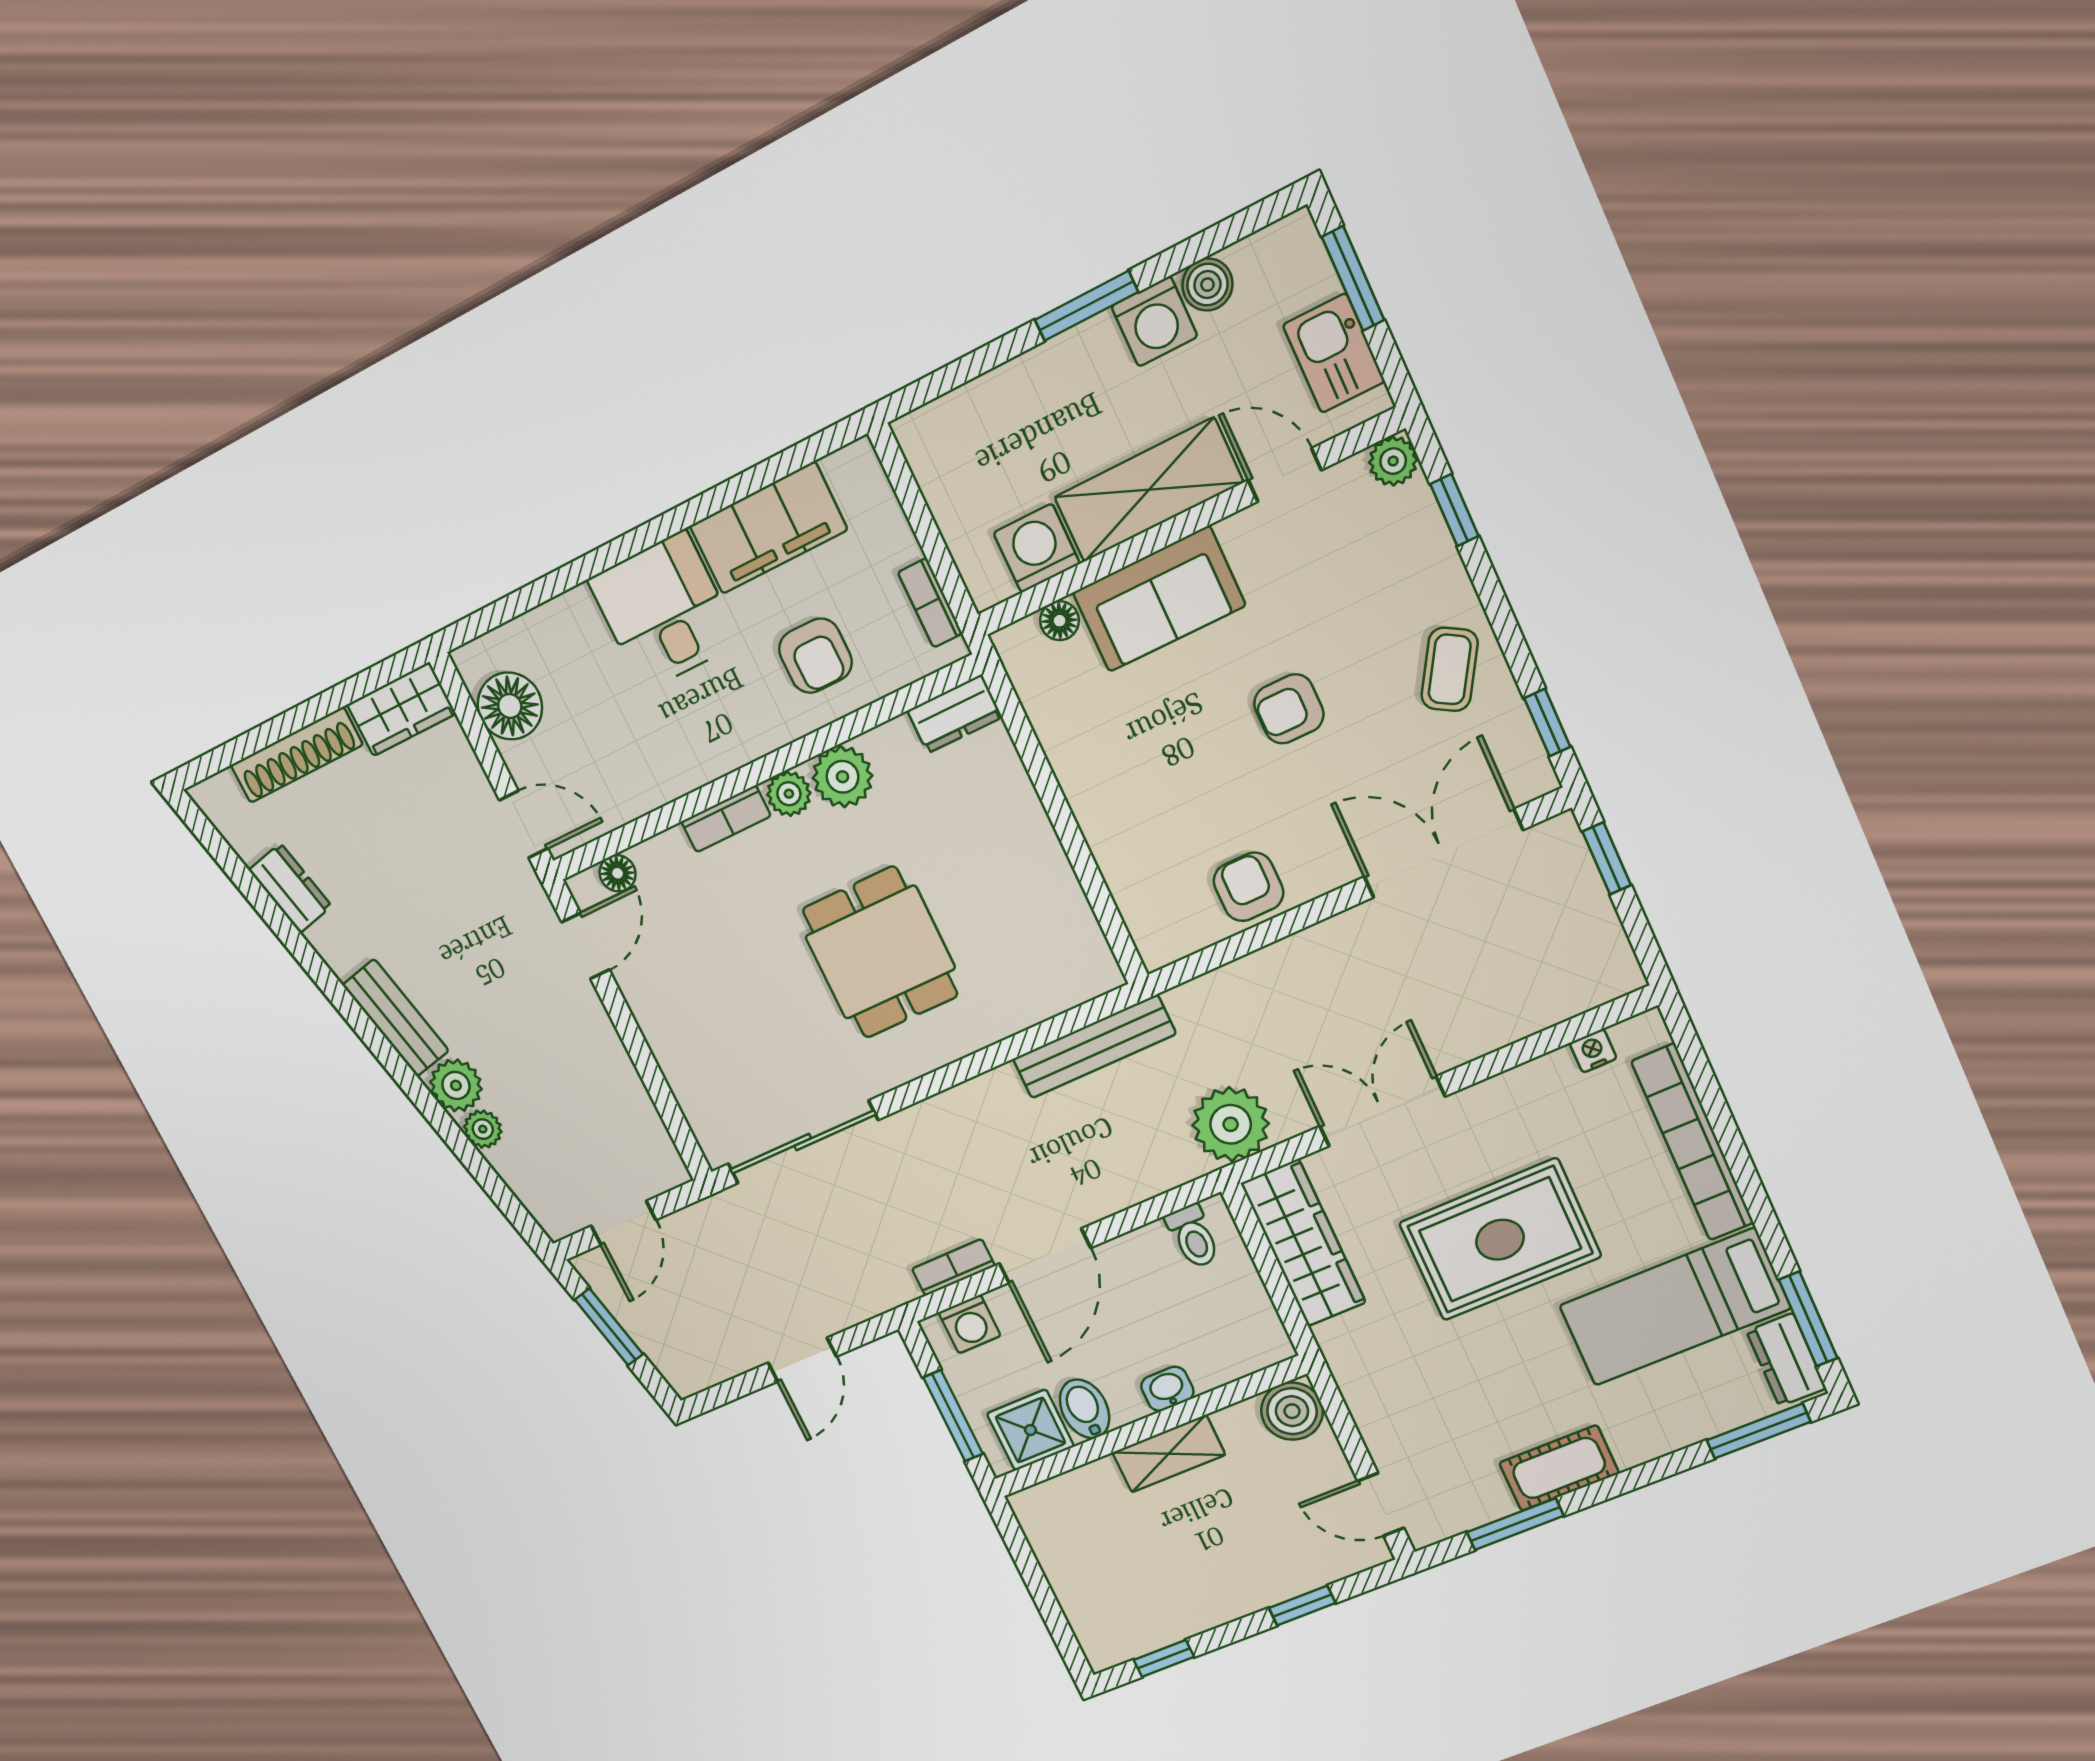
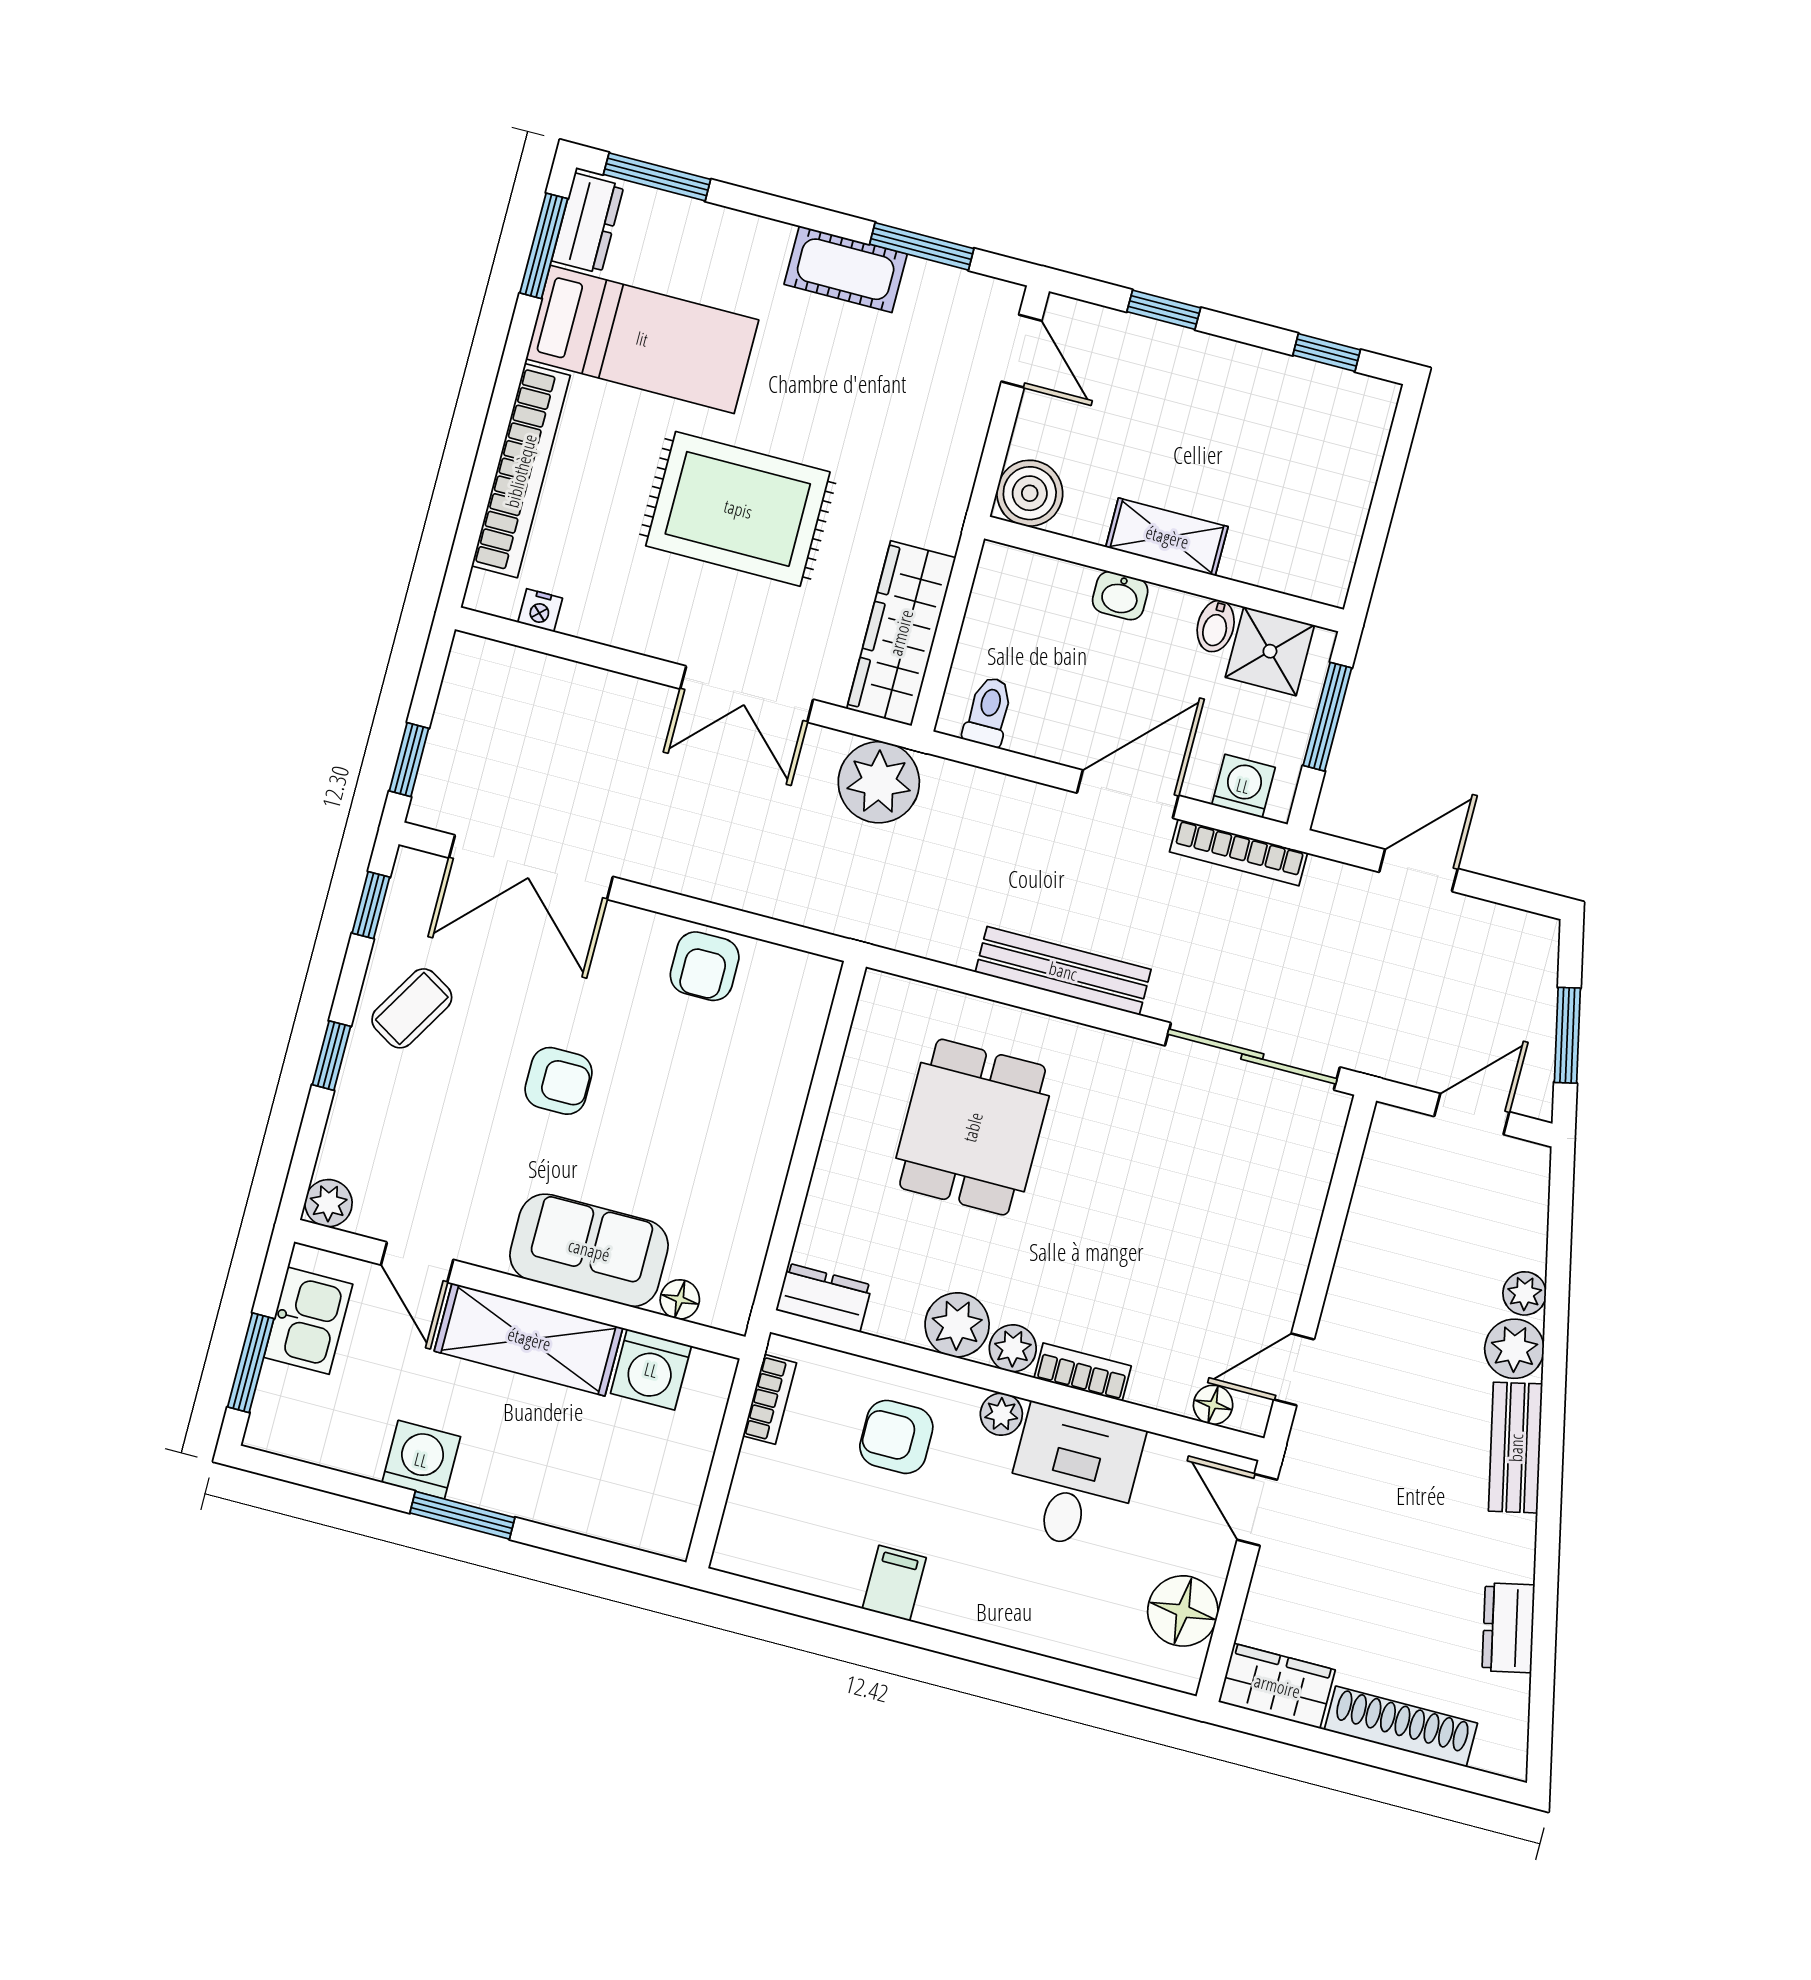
boiler: (1207, 285) -> (360, 1452), removed
window: (1454, 510) -> (331, 1056), moved
filing cabinet: (768, 528) -> (894, 1583), width x0.33, depth x0.86
desk: (664, 611) -> (1073, 1478), moved, turned 180
armchair: (815, 656) -> (896, 1437), turned -90
plant: (756, 738) -> (1001, 1414), added
dining table: (880, 952) -> (973, 1127), moved
bench: (1094, 1047) -> (1063, 971), moved
bookcase: (953, 1267) -> (1238, 852), width x1.56
bidet: (1085, 1409) -> (1216, 626), width x0.72, depth x0.74

